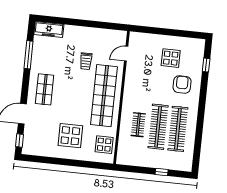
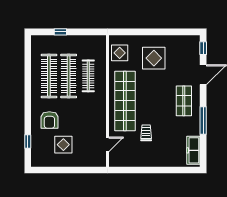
freezer: (49, 29) -> (193, 150), moved, turned -90
window: (28, 55) -> (203, 120), moved
clothes rail: (138, 125) -> (88, 76), width x1.36

